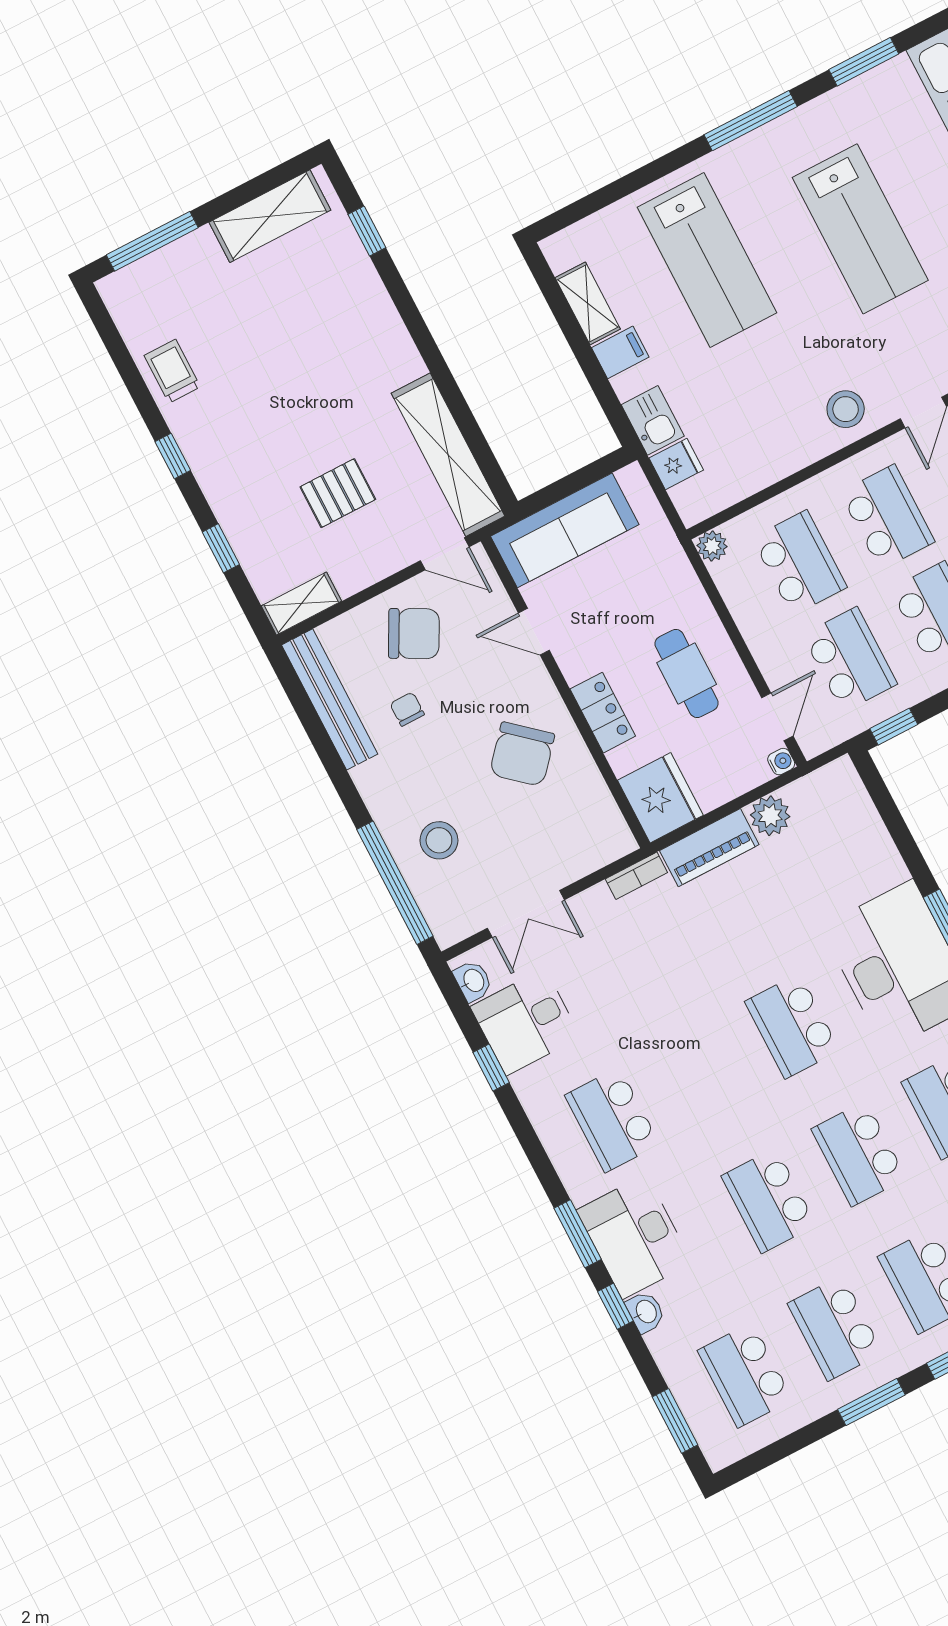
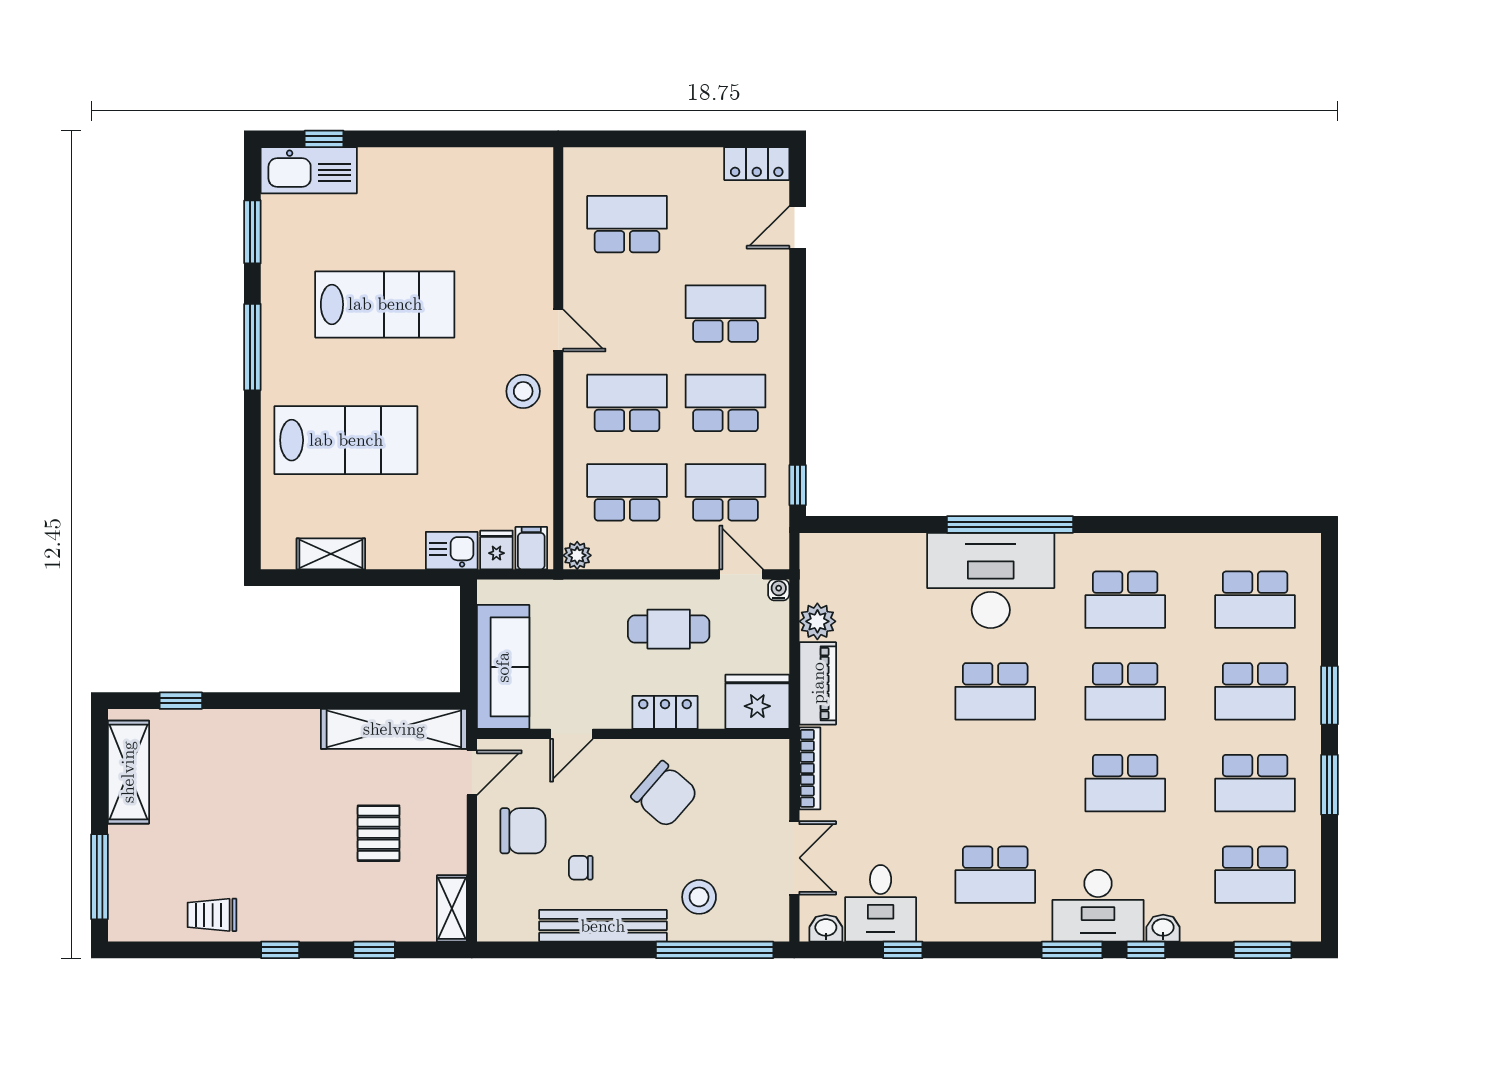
filing cabinet: (620, 352) -> (531, 548), moved
chair: (414, 634) -> (523, 831), turned 62
bench: (330, 699) -> (603, 926), moved
bookcase: (636, 876) -> (810, 768), width x1.56

